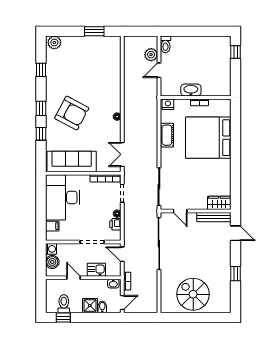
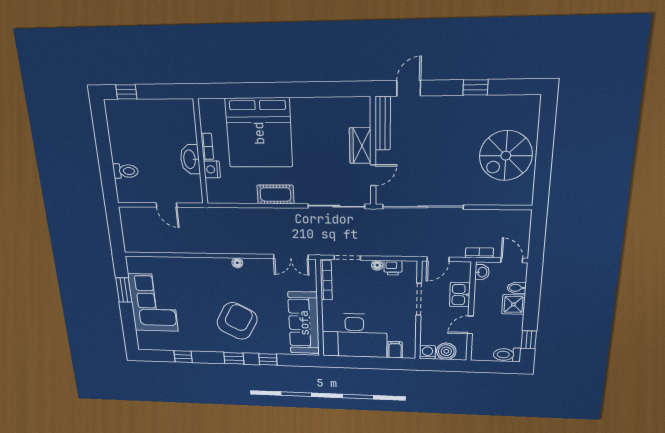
plant: (54, 42) -> (145, 339), removed
toilet: (165, 44) -> (126, 171), moved
corner sofa: (85, 52) -> (153, 303), added
plant: (151, 55) -> (146, 216), removed
nightstand: (168, 104) -> (212, 169), moved
cot: (167, 135) -> (275, 194), moved
wardrobe: (219, 203) -> (360, 146), moved
toilet: (64, 304) -> (507, 355), moved

